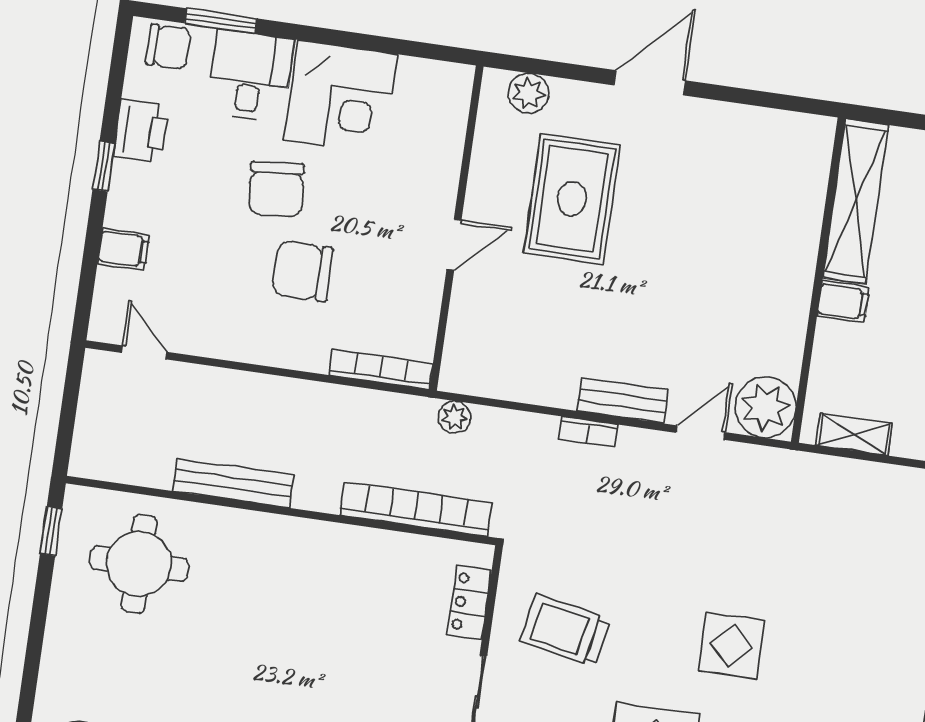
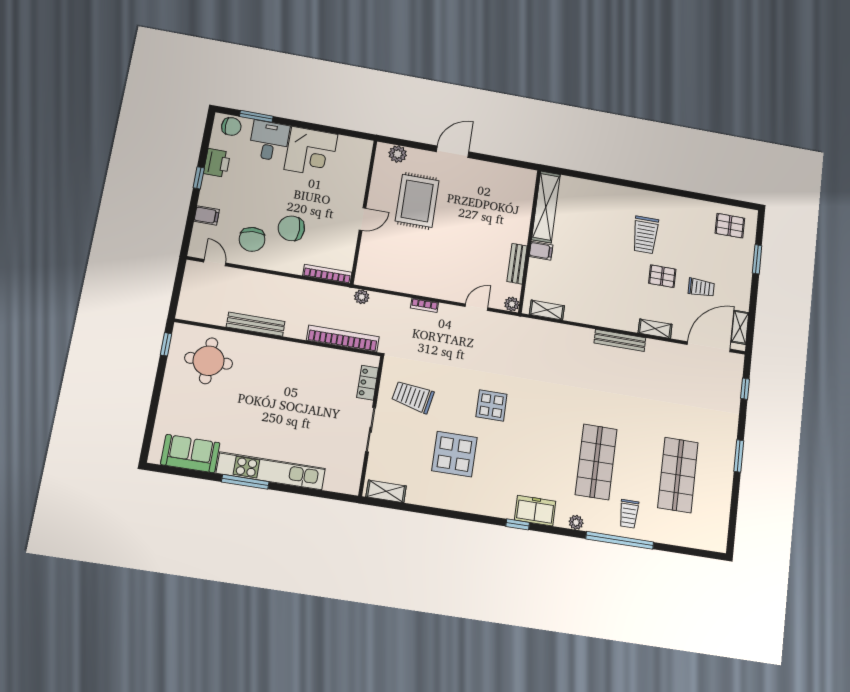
chair: (276, 189) -> (252, 239), moved
bench: (622, 400) -> (517, 264), moved, turned 90
plant: (765, 407) -> (512, 304), width x0.53, depth x0.53

